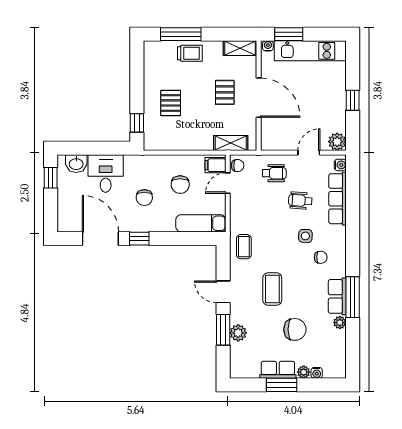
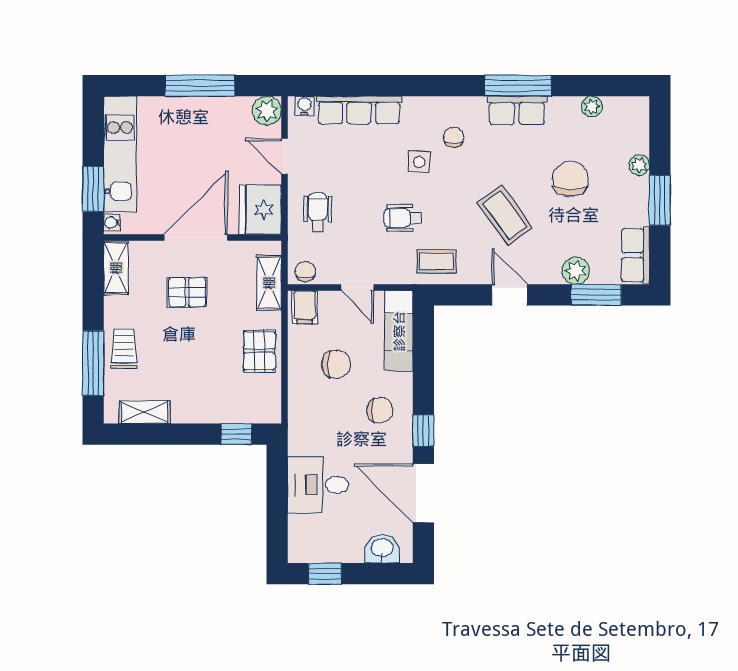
shelving: (151, 66) -> (145, 412), added
window: (353, 100) -> (200, 86), width x2.17
pallet: (171, 103) -> (259, 351), moved, turned 90
fridge: (276, 138) -> (260, 210), added
washbasin: (76, 164) -> (382, 548), moved, turned -90
door: (228, 183) -> (357, 288), moved
chair: (144, 198) -> (380, 410), moved
wheelchair: (300, 201) -> (403, 218), moved, turned 86
door: (100, 239) -> (423, 493), hinge flipped
coffee table: (272, 289) -> (505, 215), turned 54
door: (223, 292) -> (509, 295), swing flipped
plant: (340, 323) -> (592, 106), moved
window: (223, 330) -> (596, 295), moved
row of seats: (278, 370) -> (635, 255), moved
water cooler: (317, 373) -> (640, 144), removed

